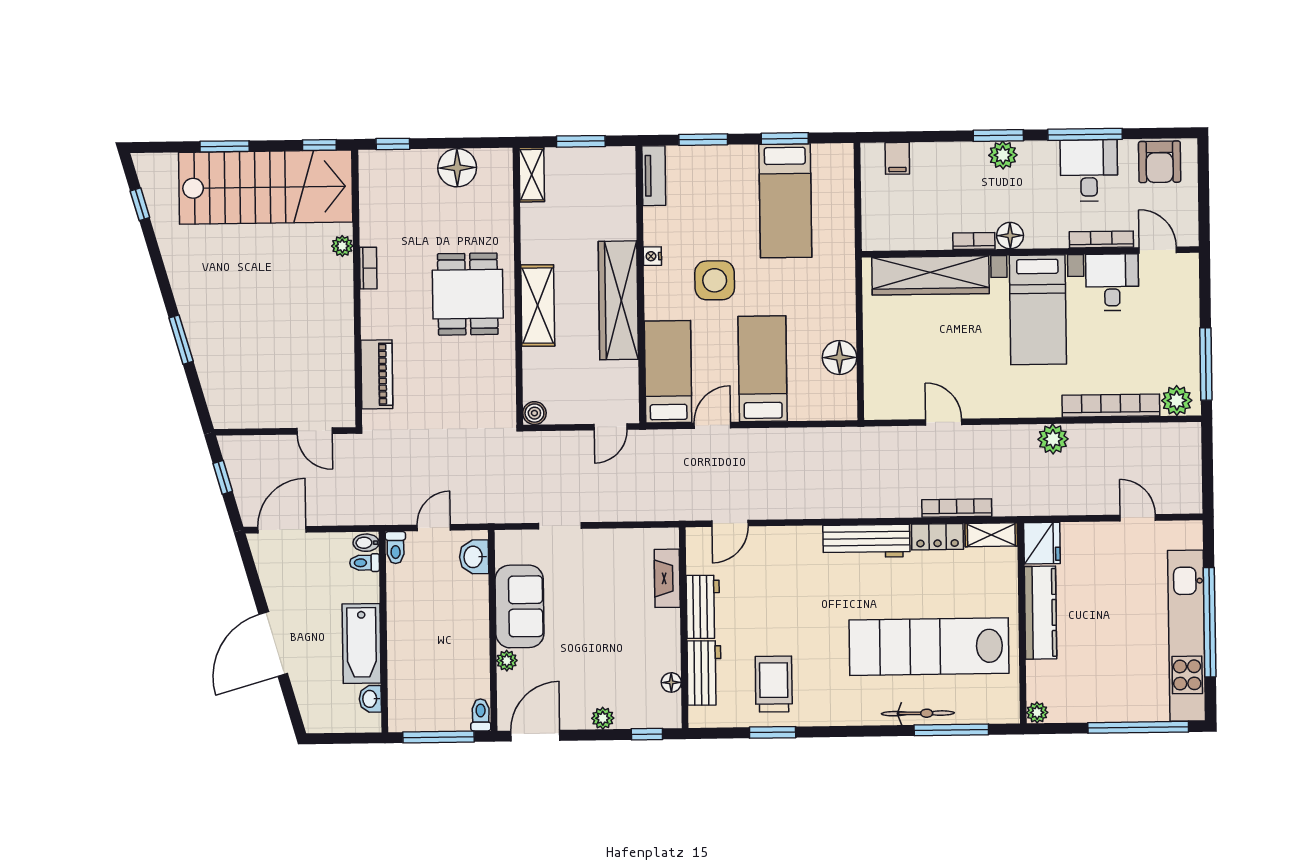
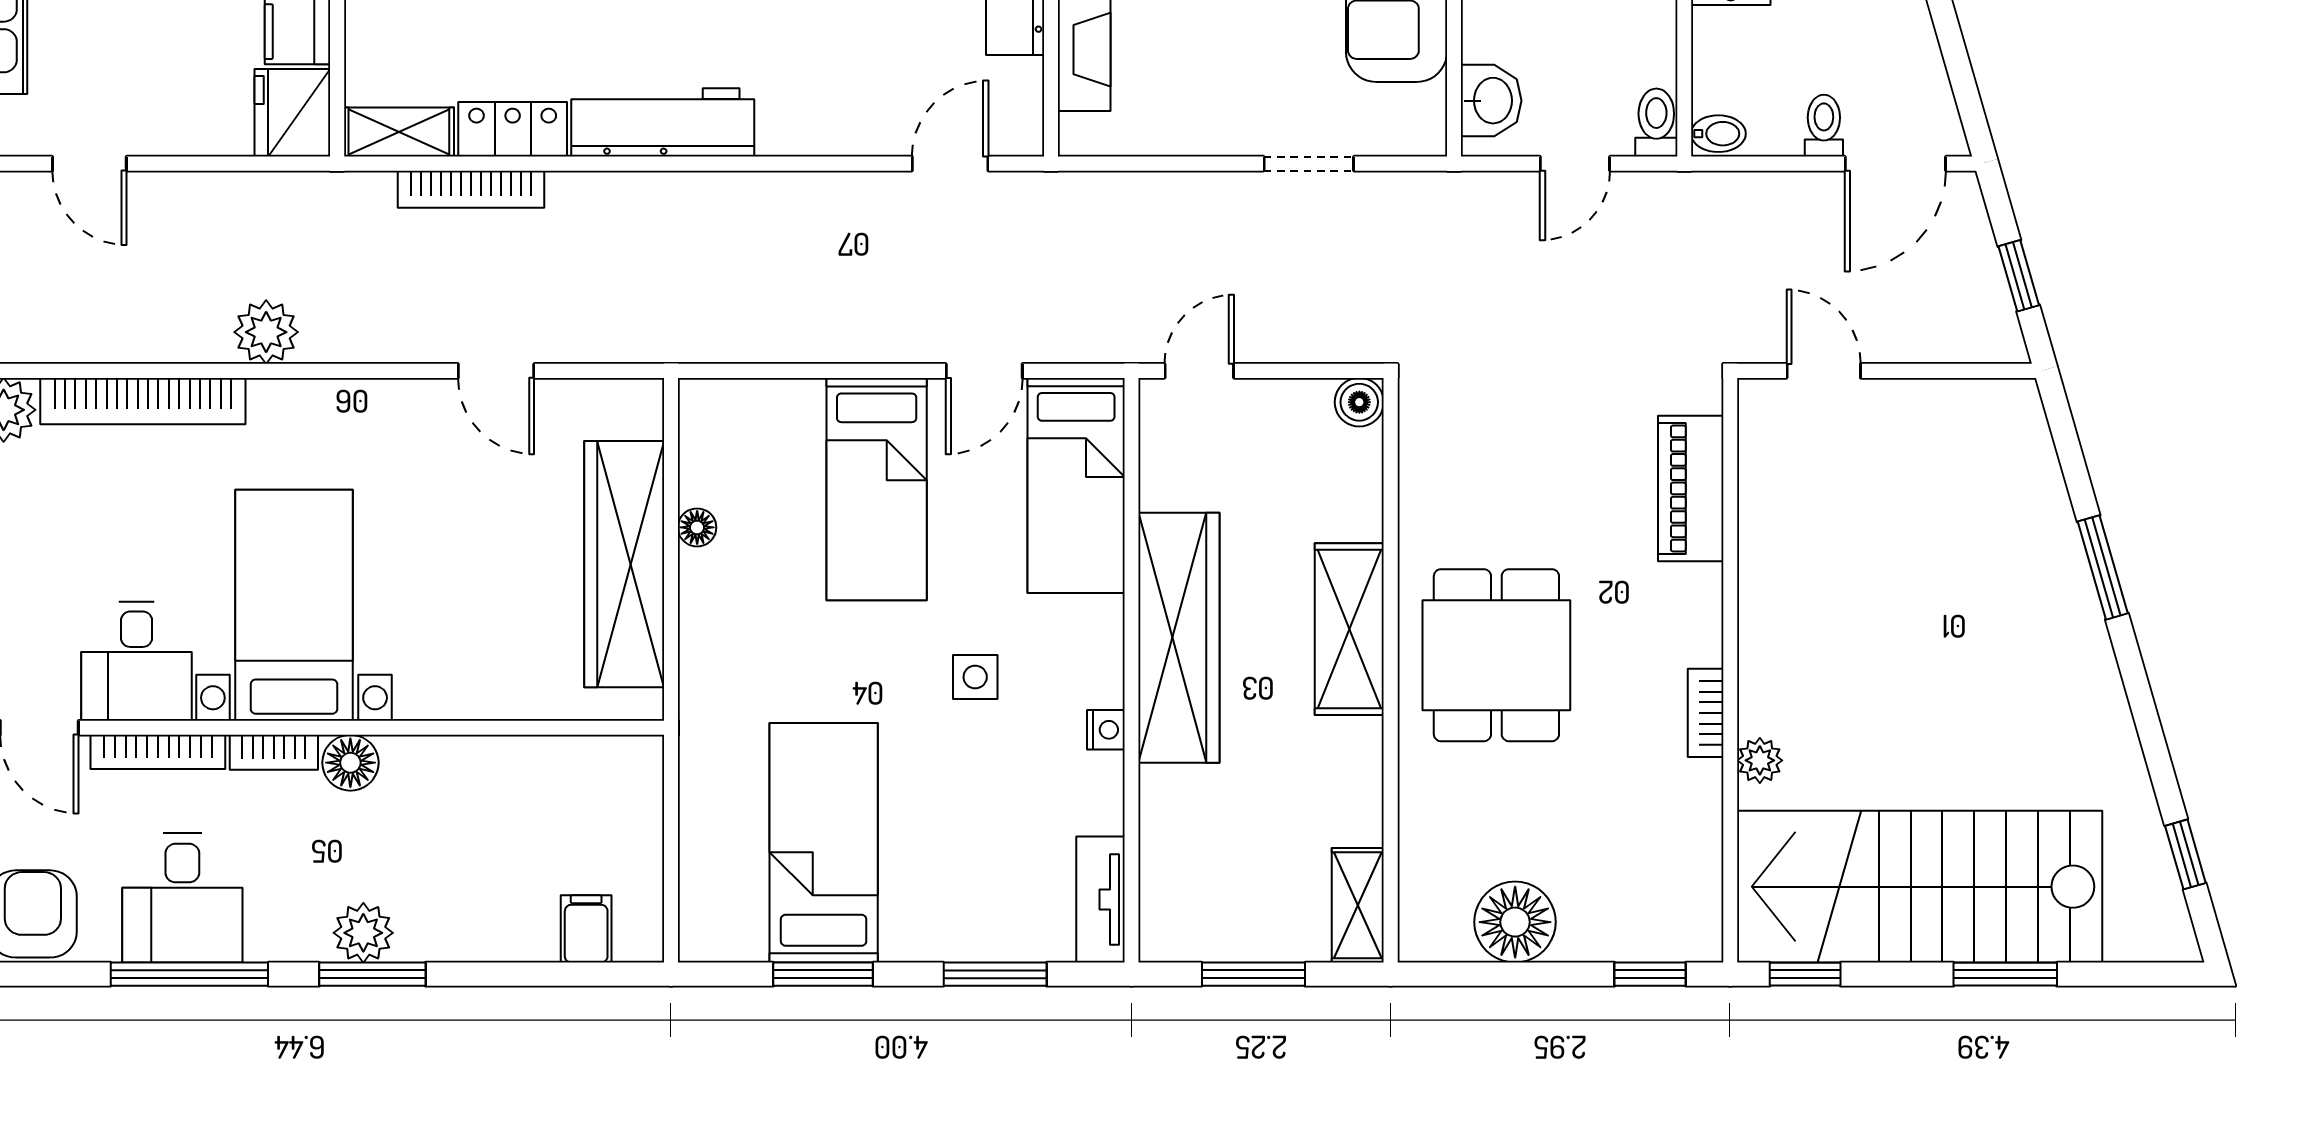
bookcase: (974, 241) -> (274, 752), moved
wardrobe: (931, 275) -> (624, 564), moved, turned -90
side table: (715, 280) -> (975, 677), width x0.54, depth x0.54
floor lamp: (839, 357) -> (697, 527), width x0.53, depth x0.53
toilet: (365, 563) -> (1824, 126), moved, turned -90

